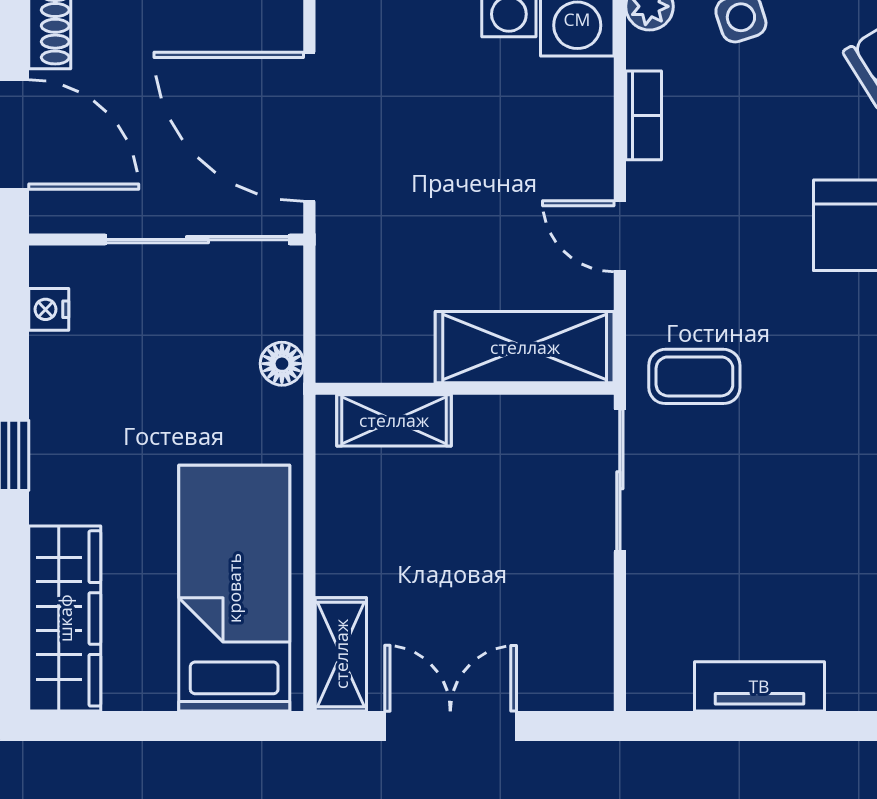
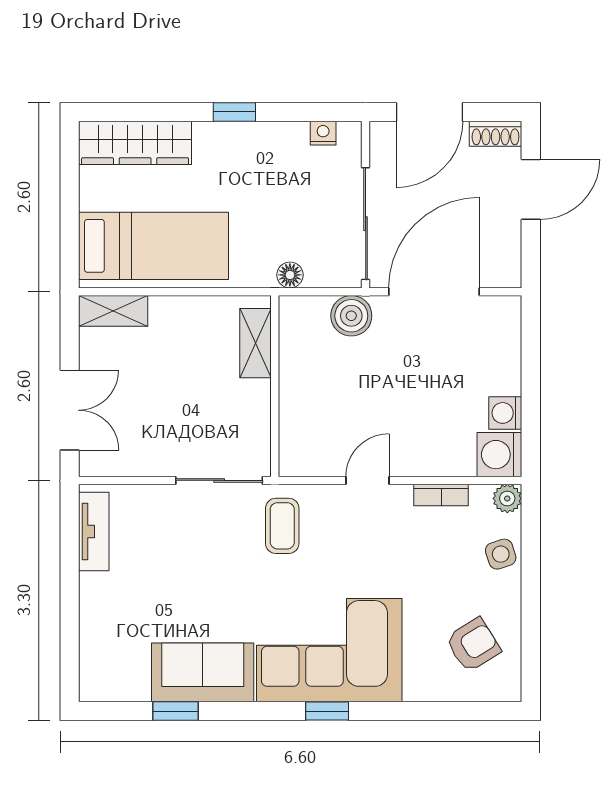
boiler: (349, 263) -> (351, 316), added
shelving: (525, 347) -> (300, 423), removed
tv unit: (759, 686) -> (94, 532), moved
double door: (450, 726) -> (70, 410), moved

